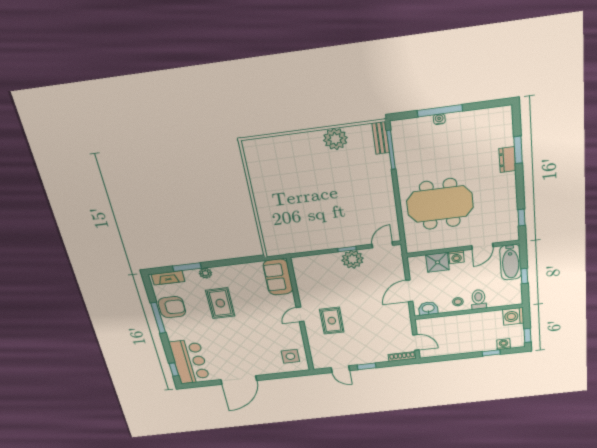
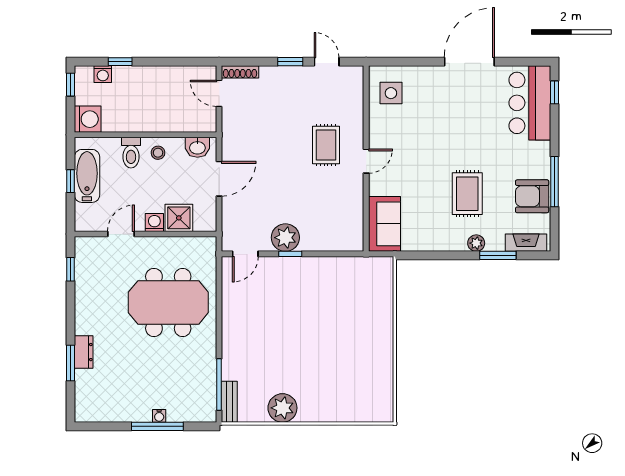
bathtub: (511, 262) -> (87, 176), moved

